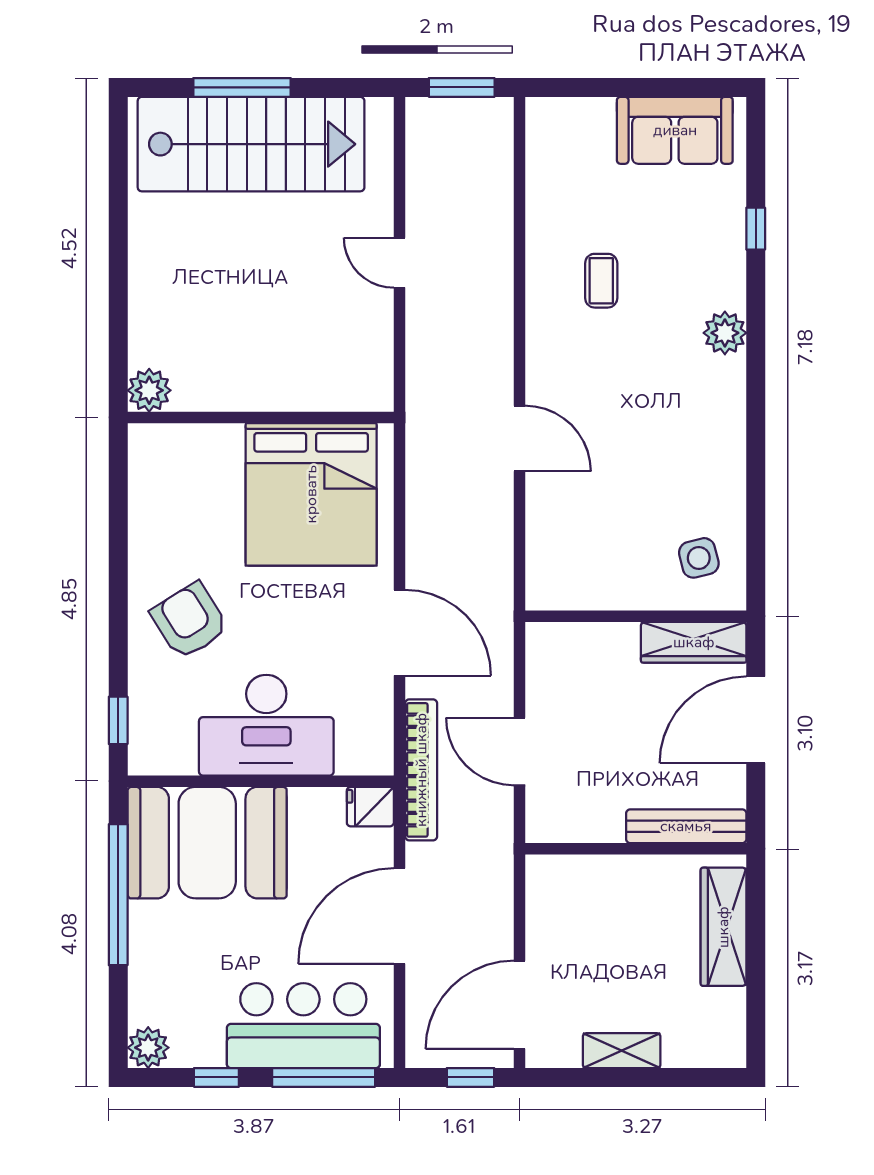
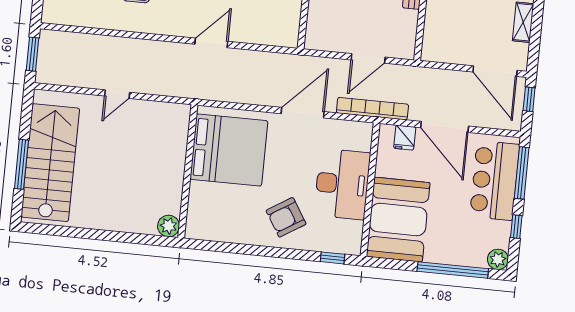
fridge: (370, 807) -> (405, 138), moved
window: (118, 895) -> (453, 270), moved

